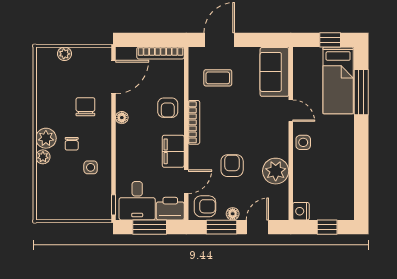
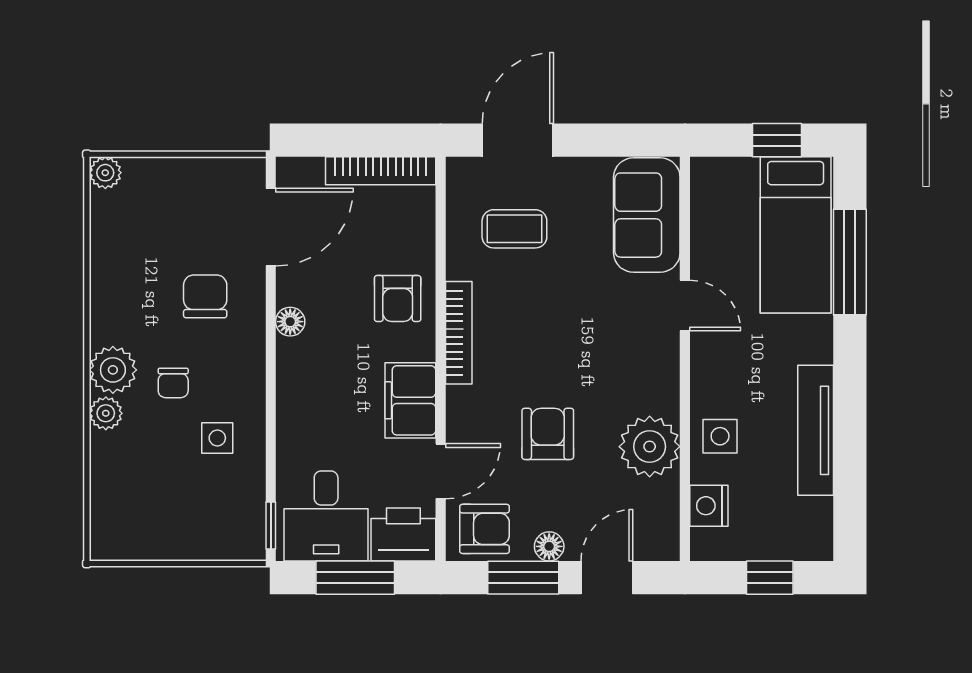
plant: (64, 54) -> (105, 173), moved
side table: (303, 142) -> (720, 436), moved
tv unit: (347, 164) -> (816, 430), added
nightstand: (301, 211) -> (709, 506), moved

